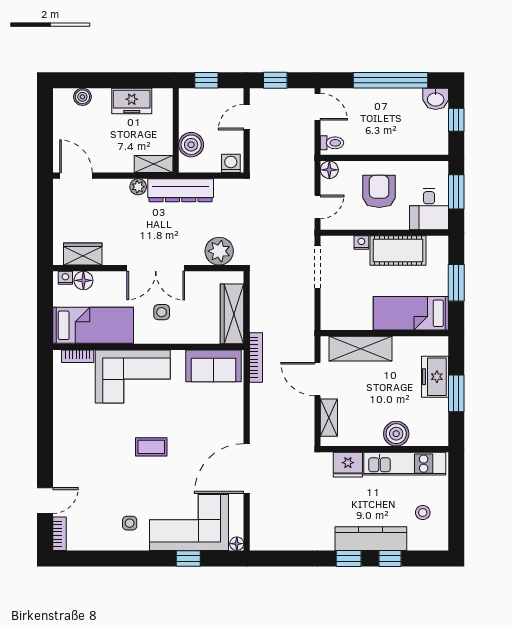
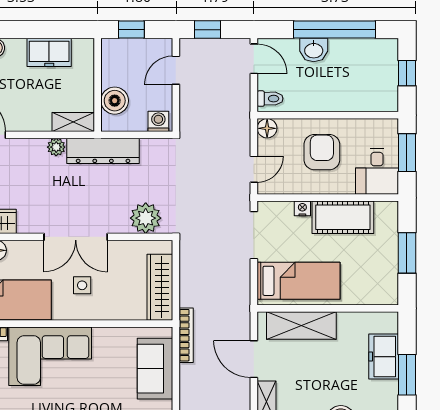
washbasin: (436, 99) -> (314, 50), moved
bed: (411, 313) -> (299, 281), moved, turned 180
sofa: (213, 366) -> (155, 369), moved, turned 90

